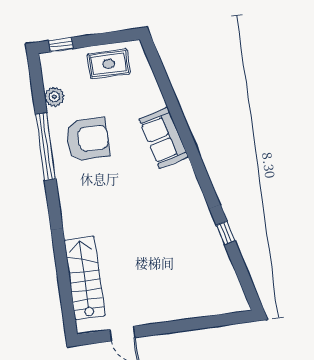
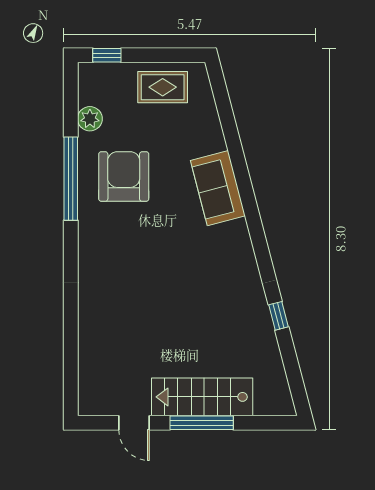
armchair: (88, 139) -> (124, 177), turned -90
stairs: (85, 278) -> (202, 397), moved, turned -90
window: (176, 326) -> (202, 423), added

